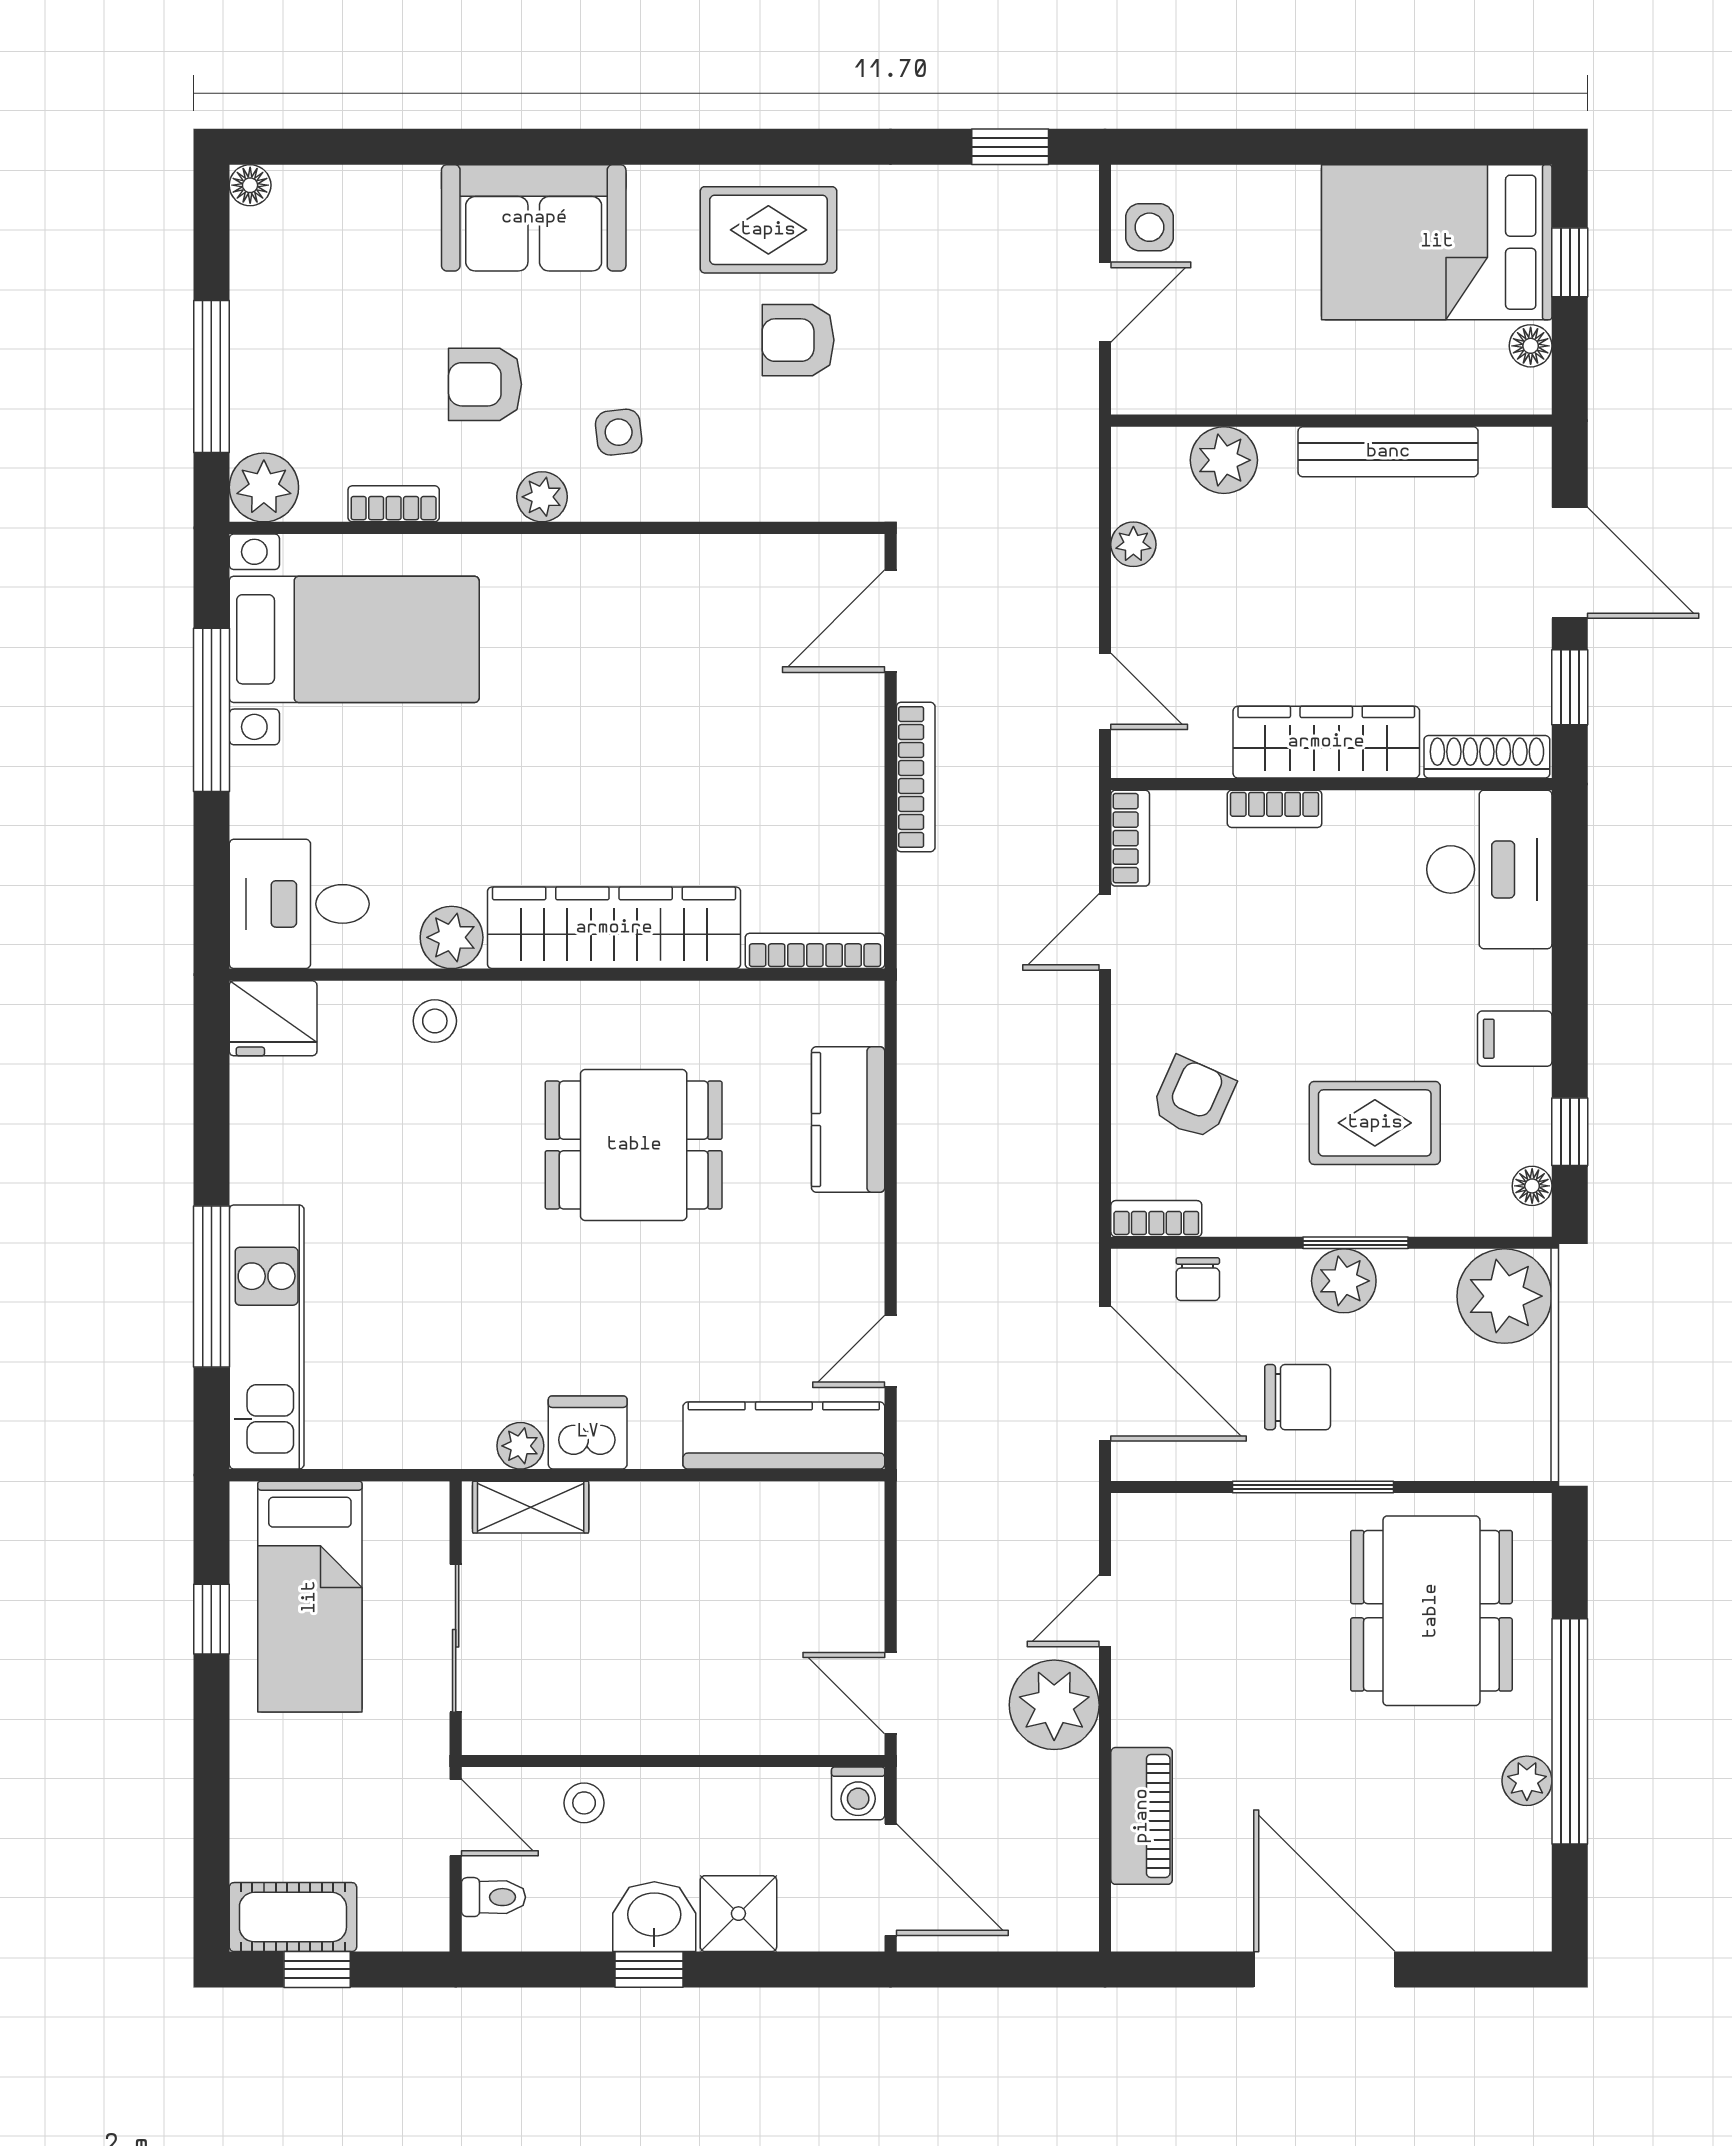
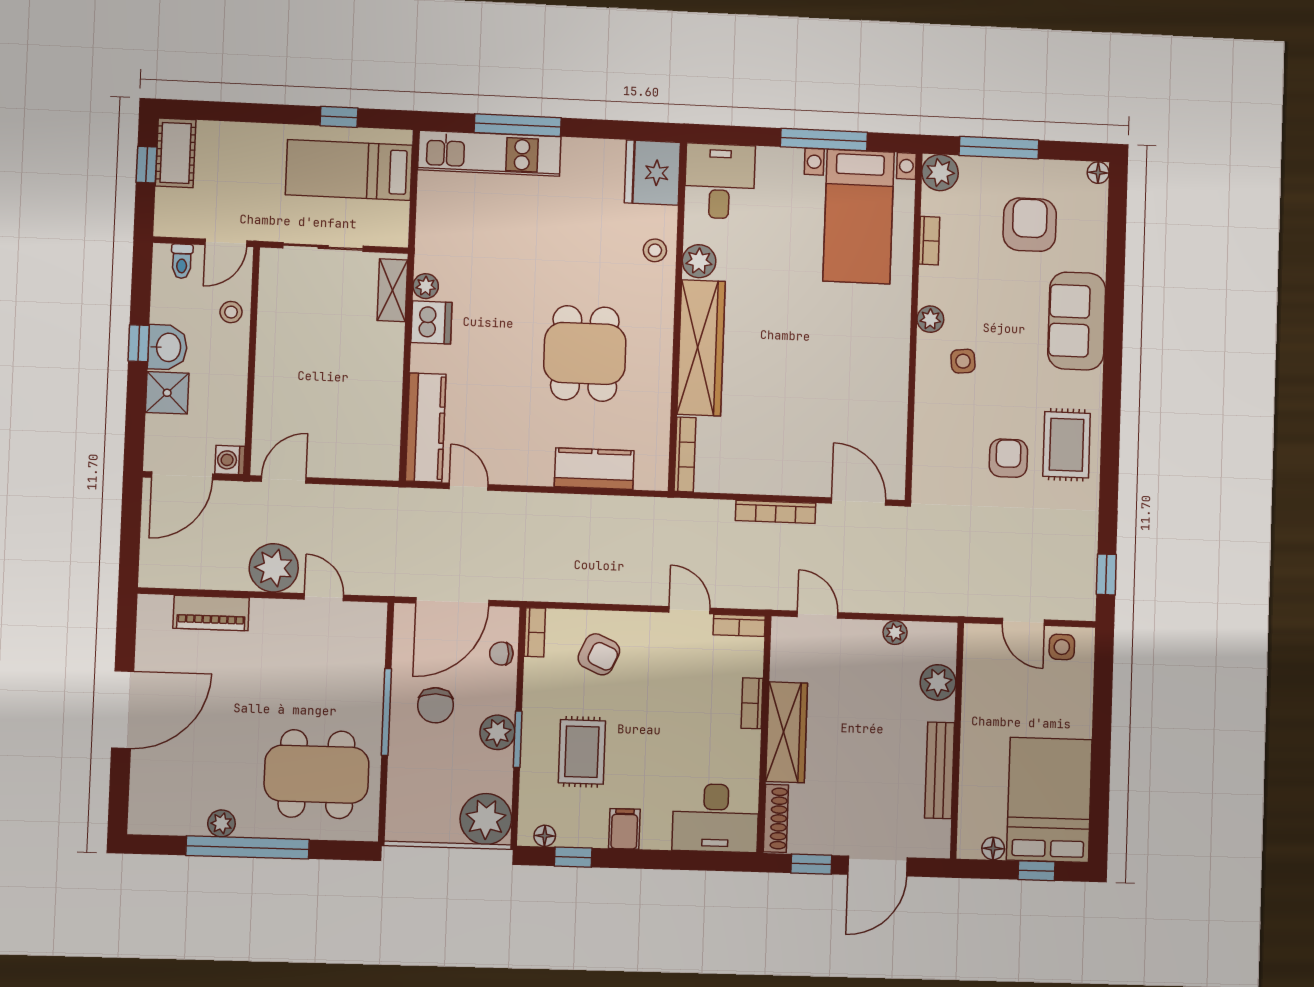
armchair: (485, 384) -> (1030, 225), moved, width x1.38, depth x1.38
door: (1105, 691) -> (818, 615), swing flipped
fridge: (273, 1018) -> (652, 173), width x1.36, depth x1.34

